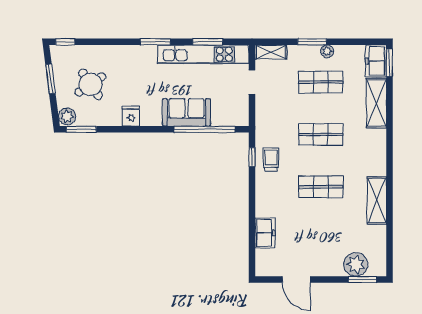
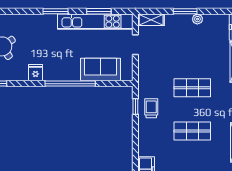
shop shelf: (321, 82) -> (192, 45), removed
sofa: (186, 112) -> (100, 70), moved
window: (204, 129) -> (70, 84), moved

